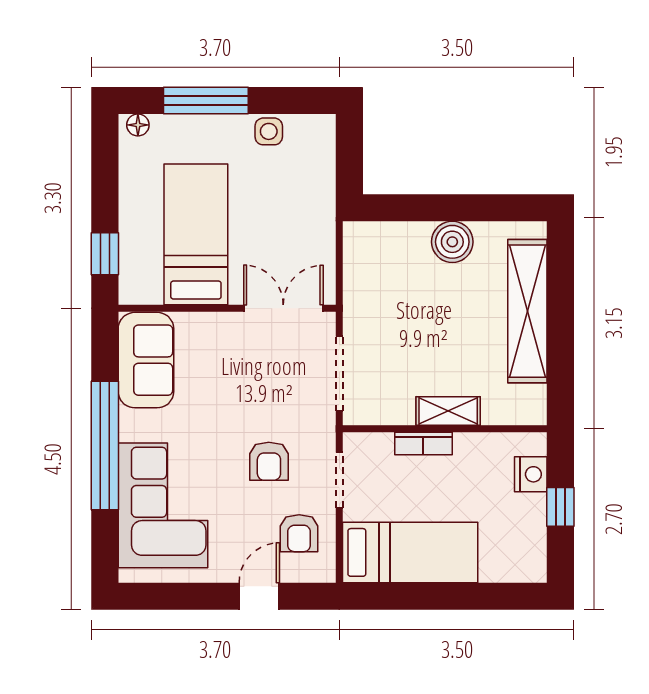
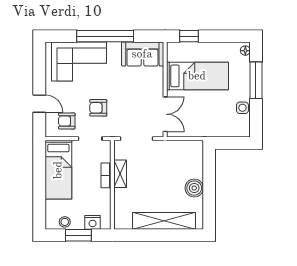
shelving: (448, 411) -> (120, 174), moved
window: (560, 507) -> (78, 235), width x1.50
stool: (530, 538) -> (65, 222), added

